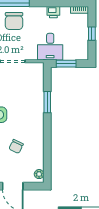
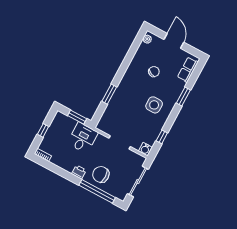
printer: (53, 12) -> (79, 172), moved
chair: (14, 21) -> (101, 174), turned -90

